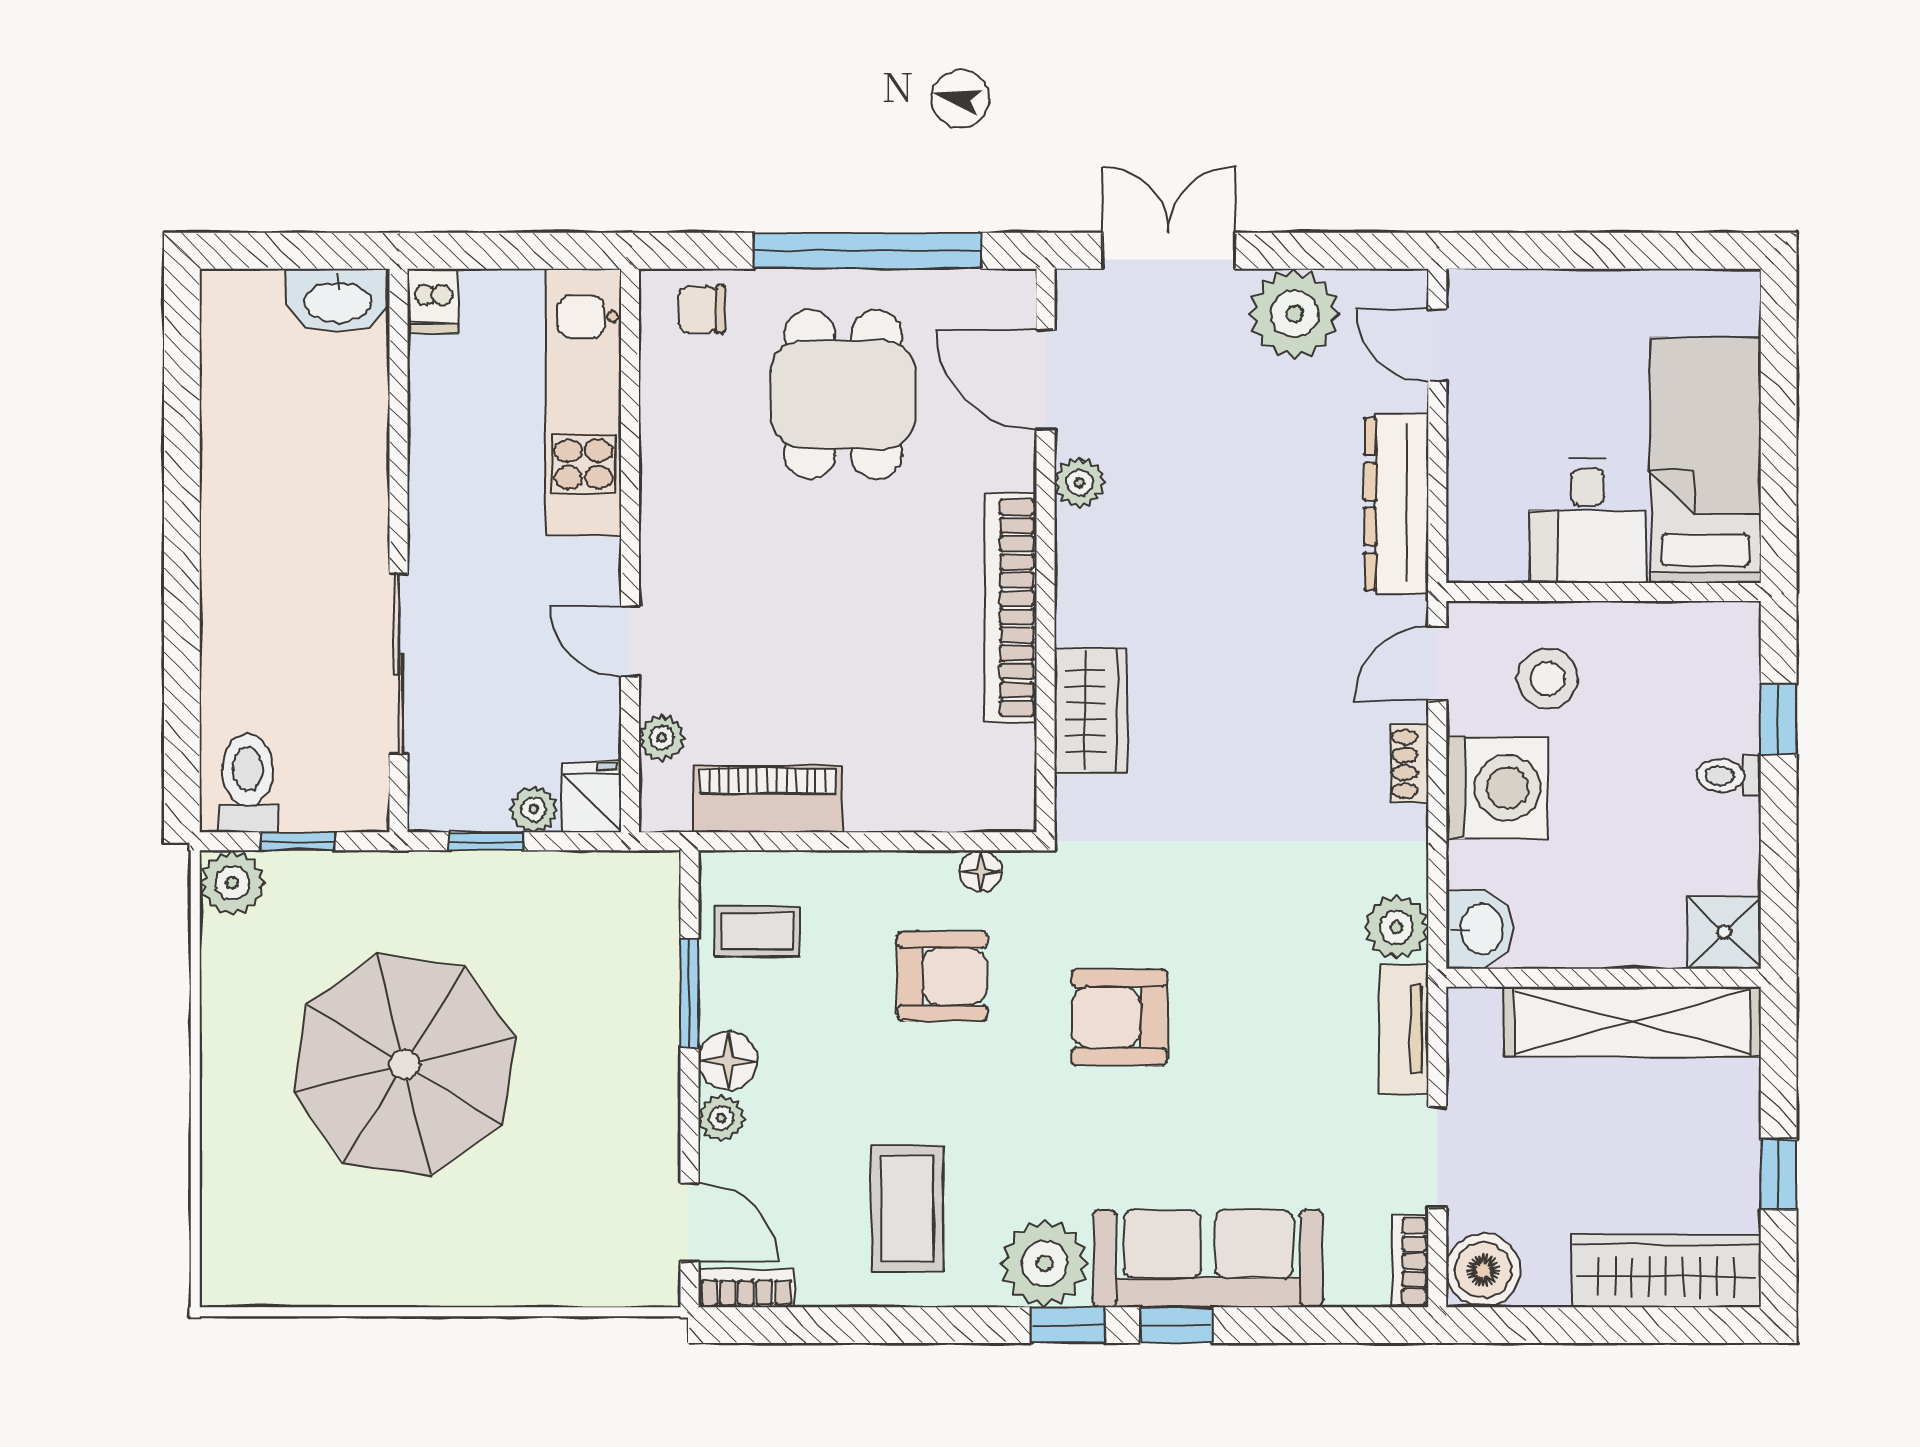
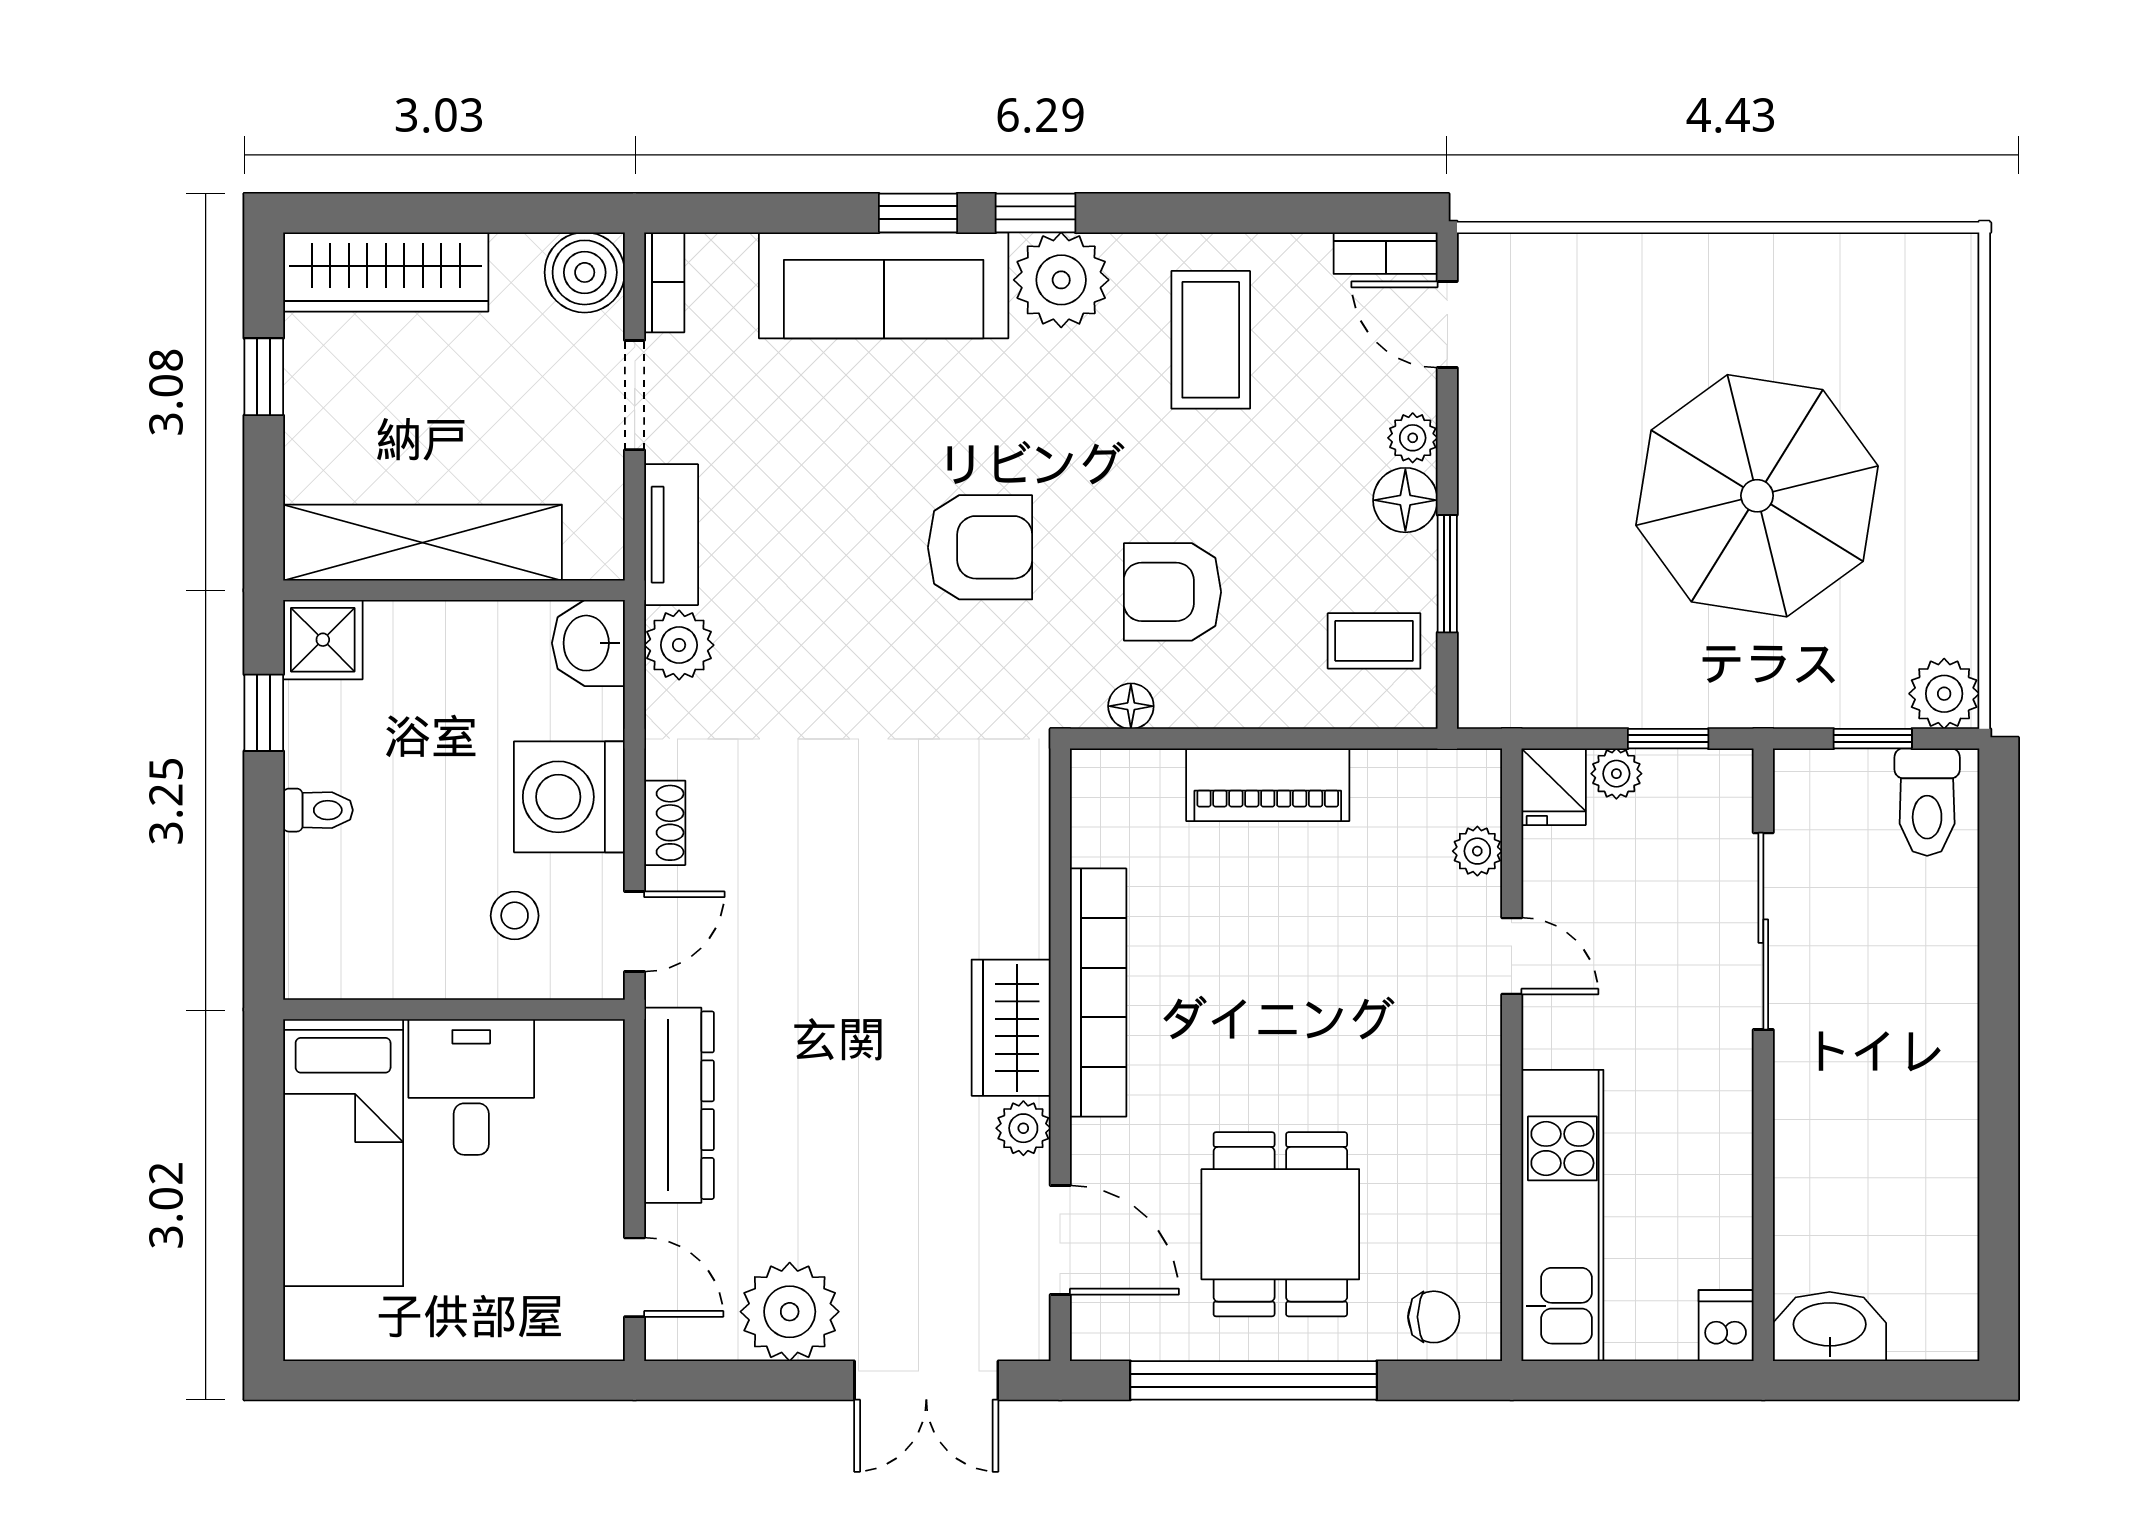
stool: (1548, 678) -> (515, 916), width x0.73, depth x0.73
wardrobe: (1091, 711) -> (1011, 1028), moved
window: (1779, 719) -> (264, 713), moved
piano: (767, 799) -> (1268, 785), moved

